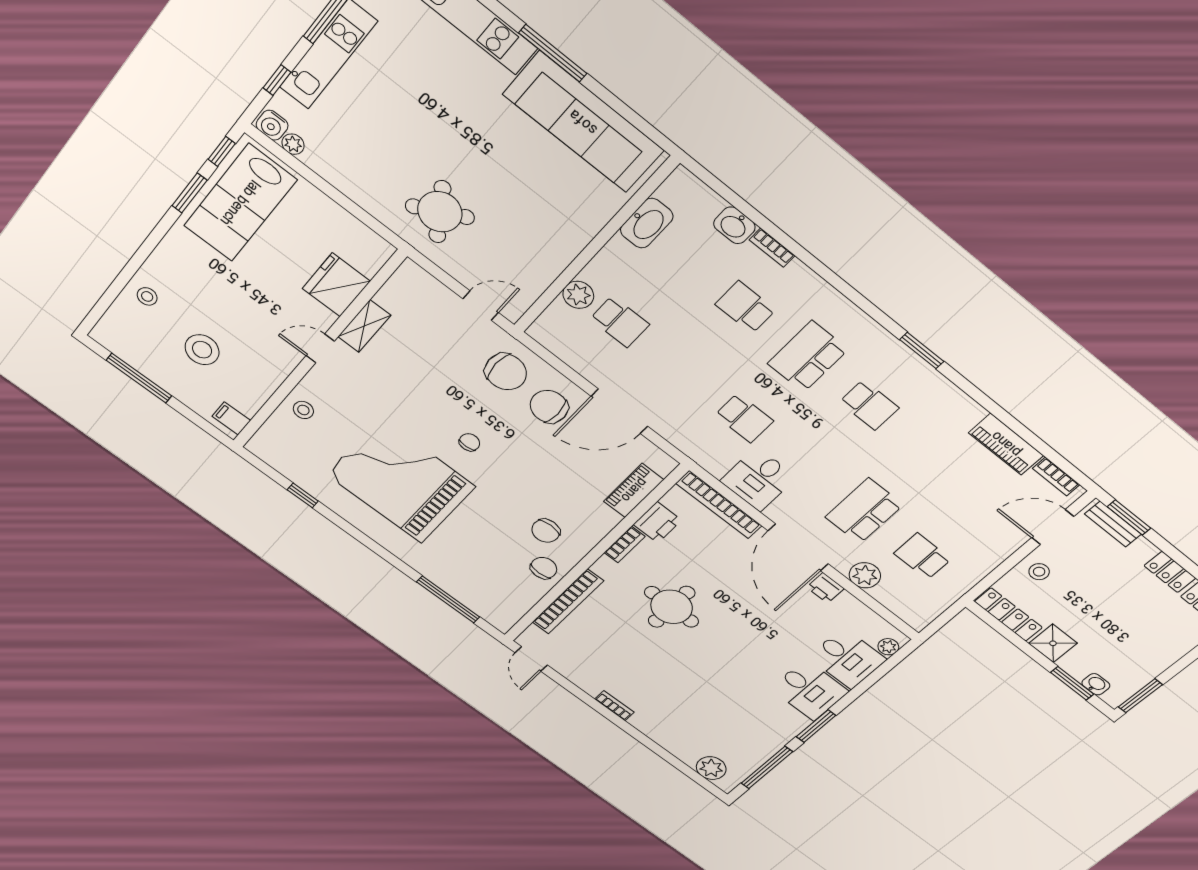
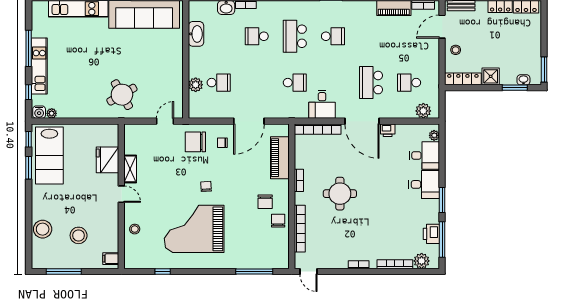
stool: (147, 296) -> (43, 229), width x1.89, depth x1.89
door: (320, 348) -> (121, 194), swing flipped
chair: (506, 372) -> (195, 142), turned 180
chair: (549, 407) -> (222, 143), width x0.54, depth x0.54
piano: (634, 490) -> (280, 158), width x1.37, depth x1.33
printer: (657, 522) -> (431, 234), moved, turned 180
plant: (865, 575) -> (423, 111), moved
bookcase: (668, 744) -> (395, 264), added

